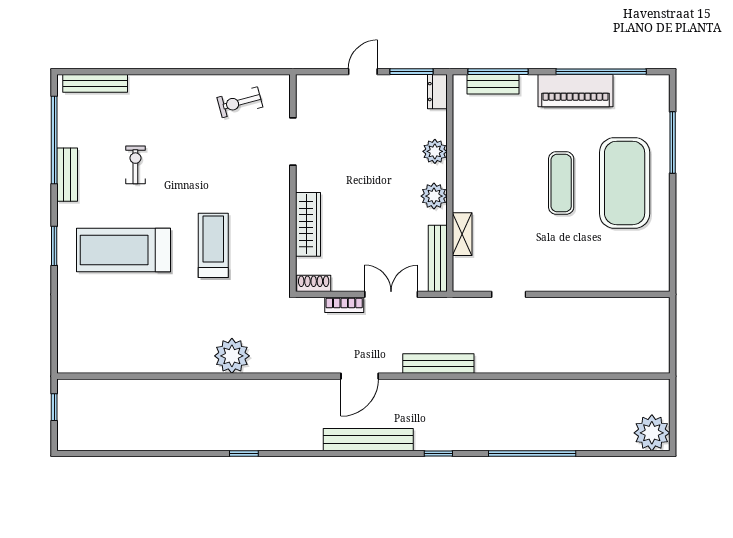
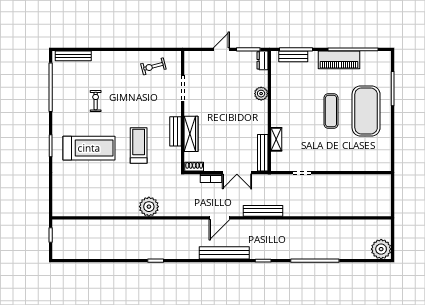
bench: (67, 175) -> (176, 131), moved
plant: (434, 196) -> (261, 118), removed
treadmill: (123, 250) -> (89, 148), turned 180
double door: (391, 294) -> (237, 173), swing flipped

